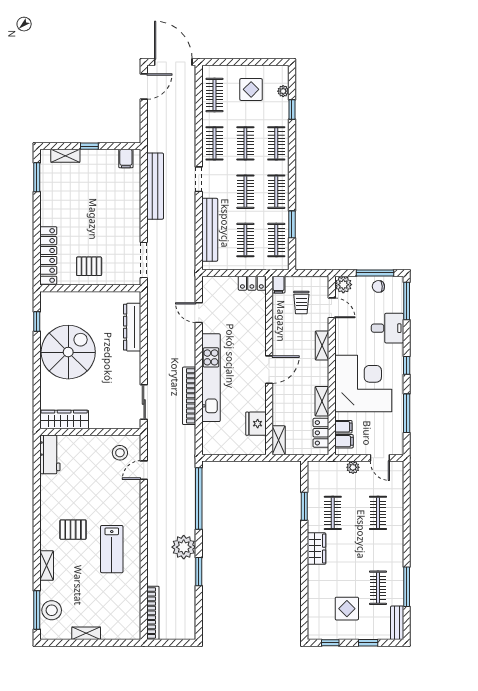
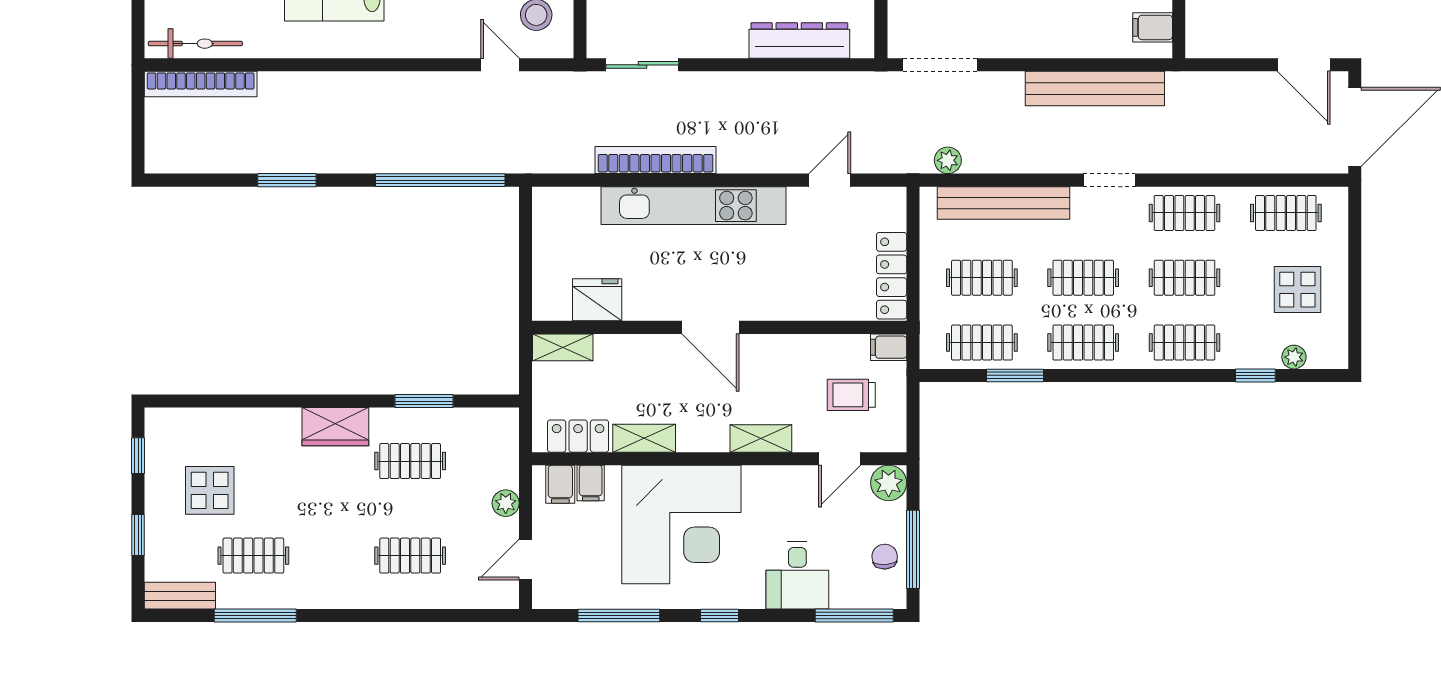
locker: (252, 283) -> (892, 276), width x1.53
plant: (184, 547) -> (948, 160), moved, width x0.53, depth x0.53
bicycle: (134, 615) -> (195, 44), added

